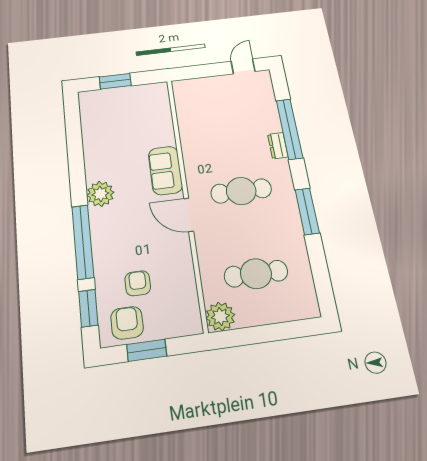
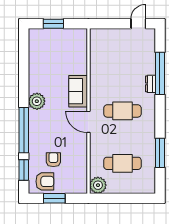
window: (307, 211) -> (160, 153), moved
armchair: (127, 323) -> (45, 181), turned 90

